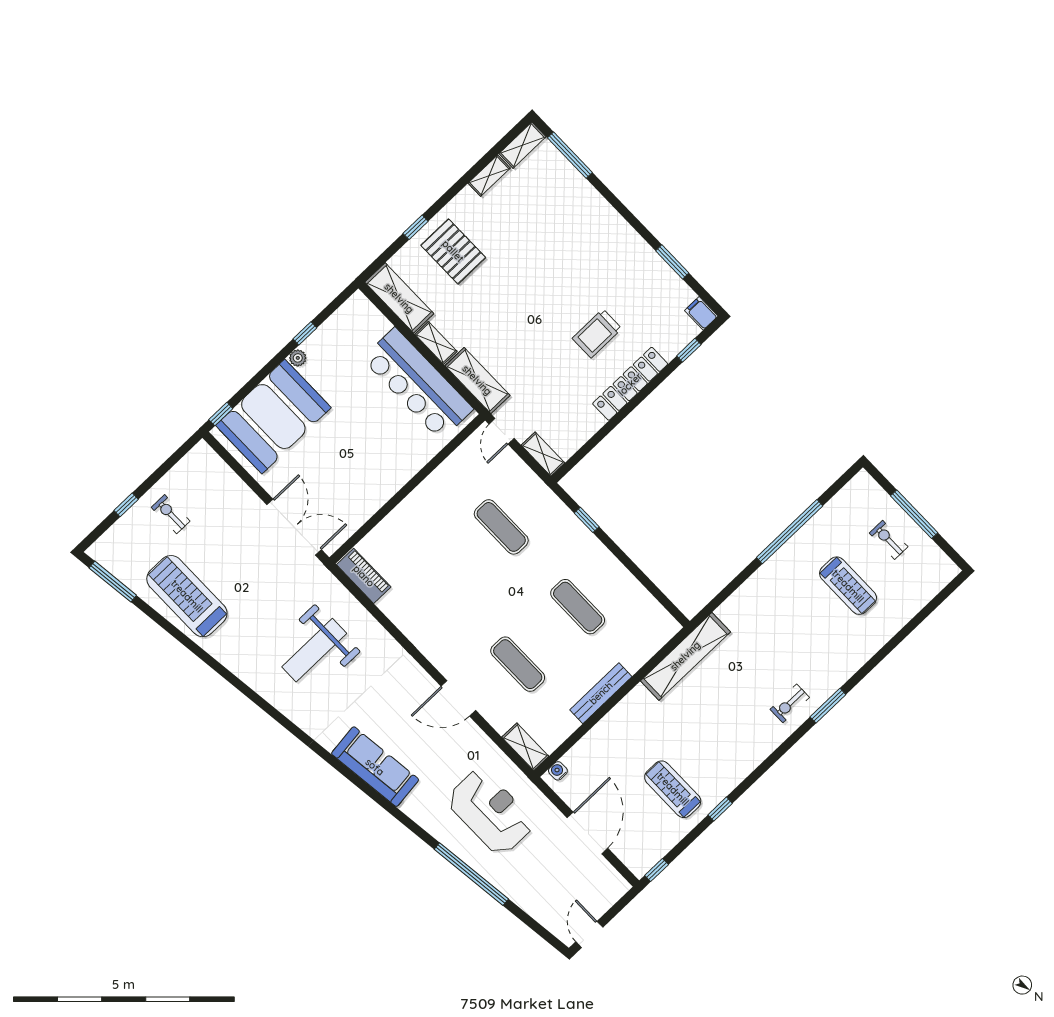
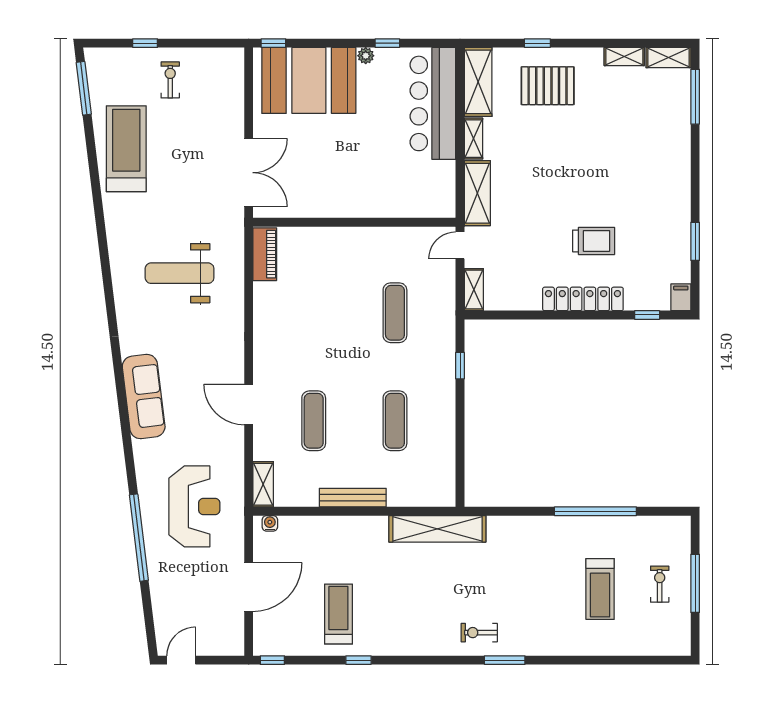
pallet: (453, 251) -> (548, 86), turned 90
trolley: (597, 333) -> (594, 241), turned 180
bar counter: (418, 384) -> (433, 103), moved

